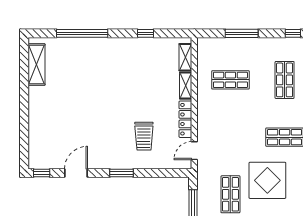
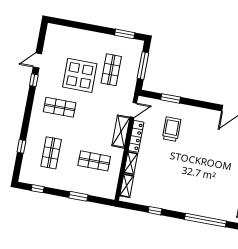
window: (242, 33) -> (78, 196), width x0.69
shelving: (205, 122) -> (121, 132), added
window: (122, 173) -> (171, 98), moved

